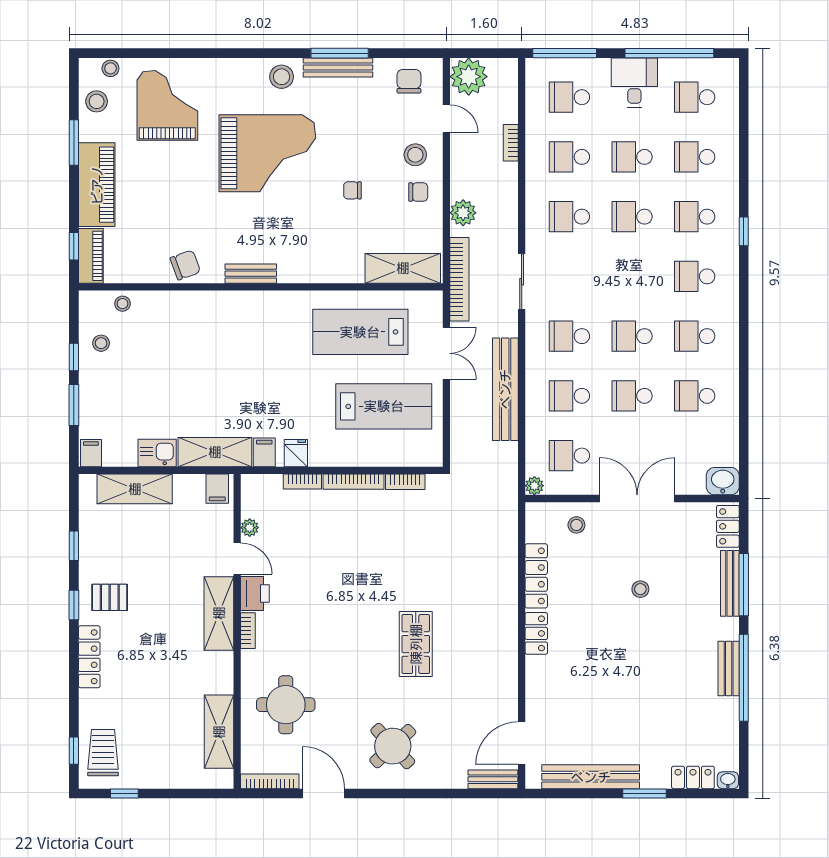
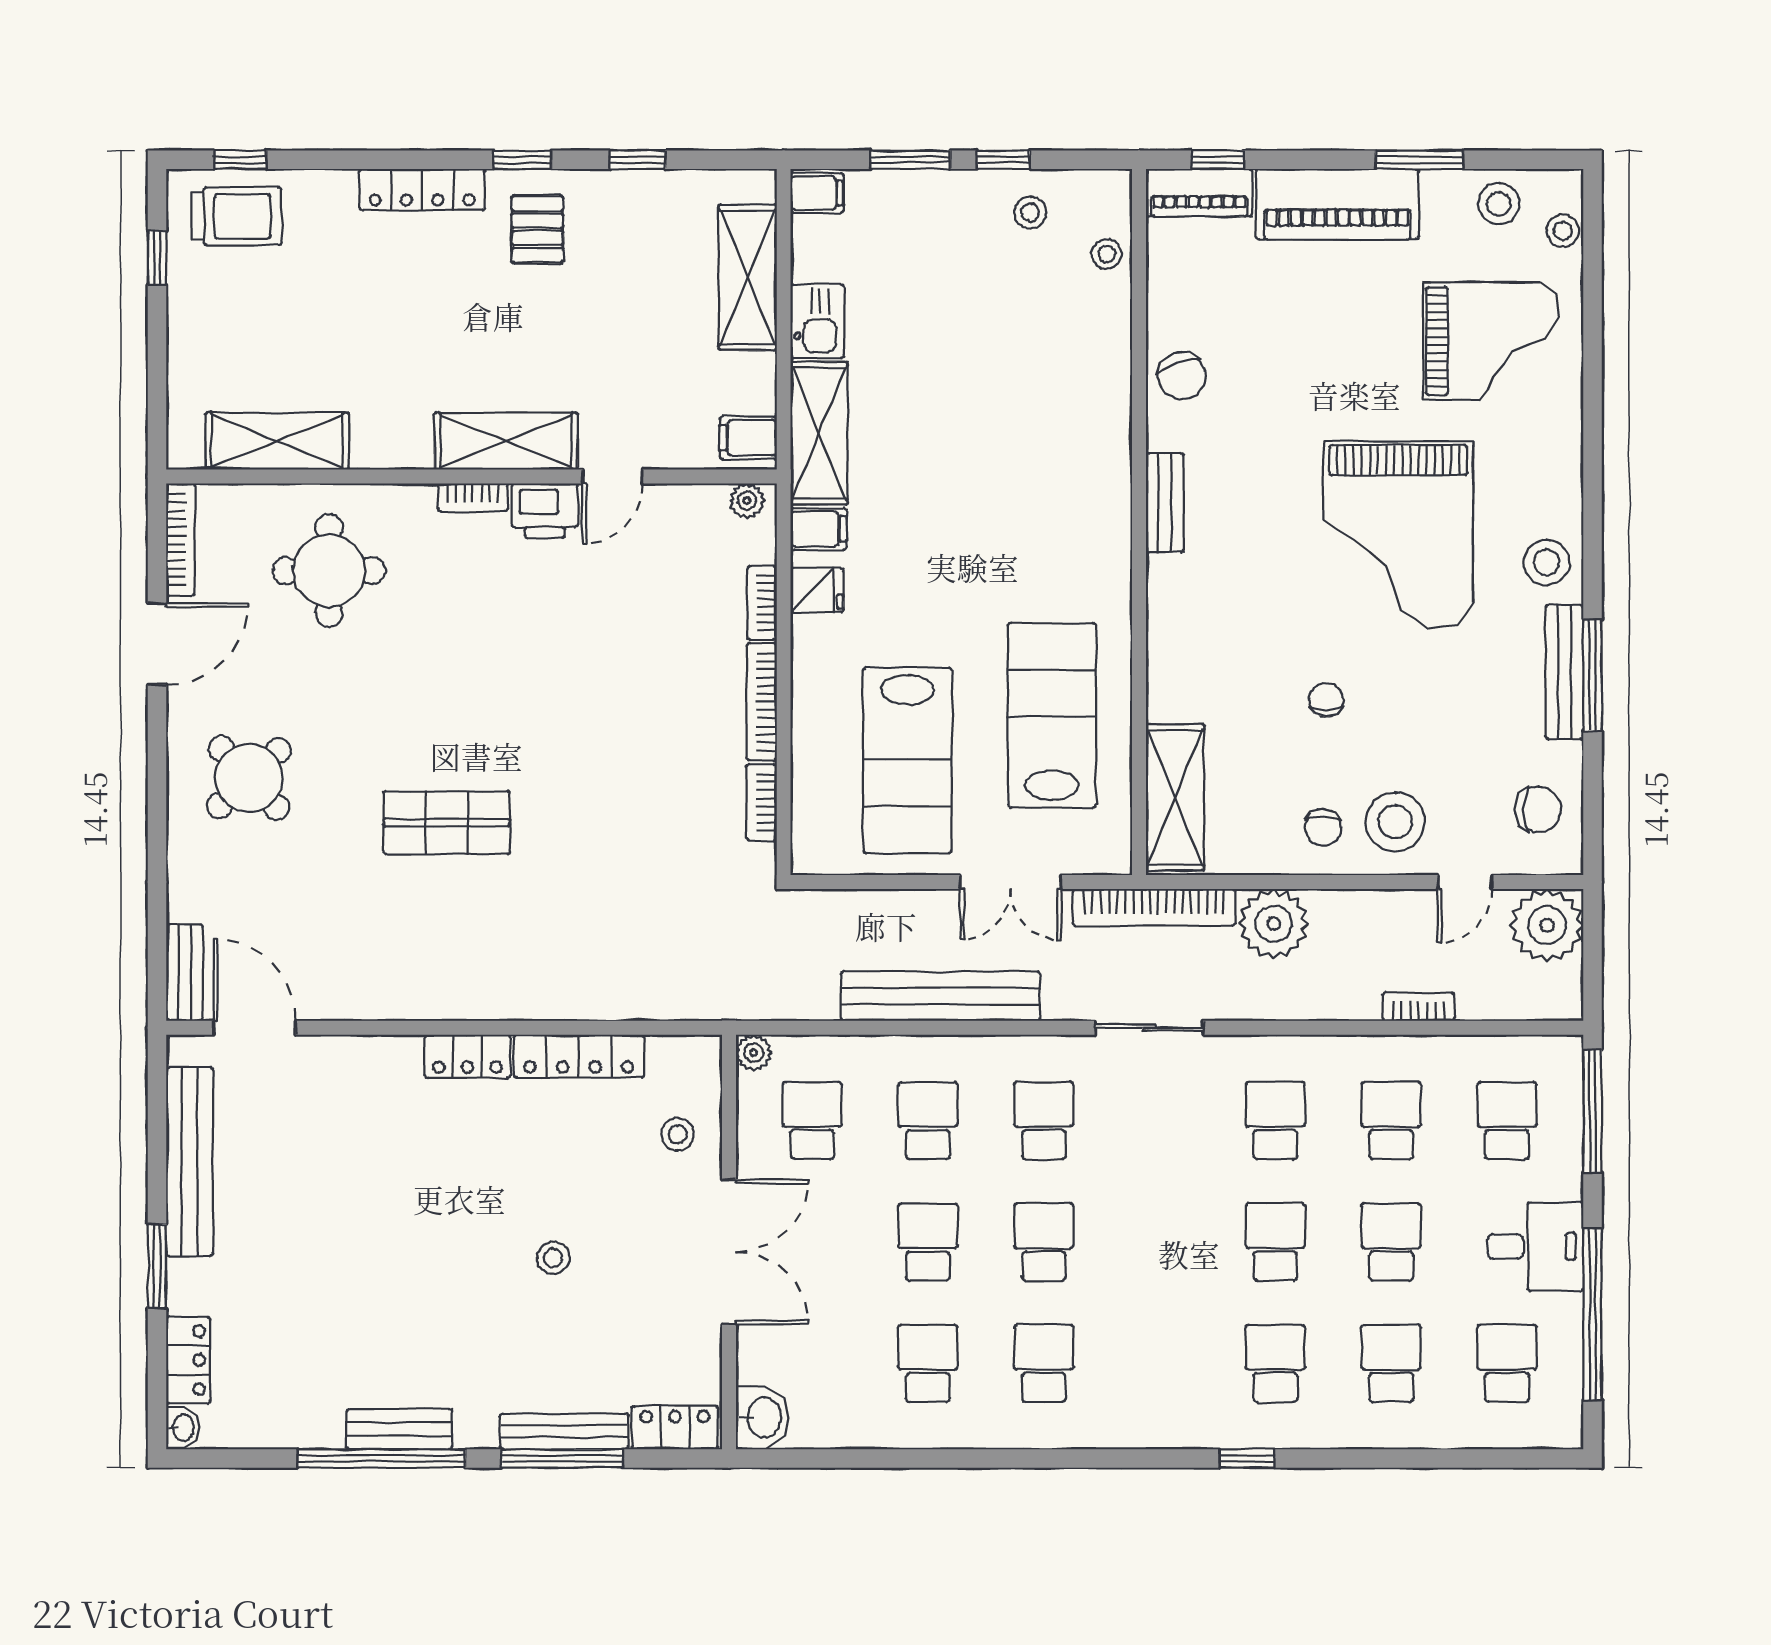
stool: (415, 155) -> (1395, 822), width x1.38, depth x1.38
plant: (463, 213) -> (1274, 924), width x1.36, depth x1.36
school desk: (695, 276) -> (1160, 1363), removed
plant: (250, 528) -> (747, 501), moved

